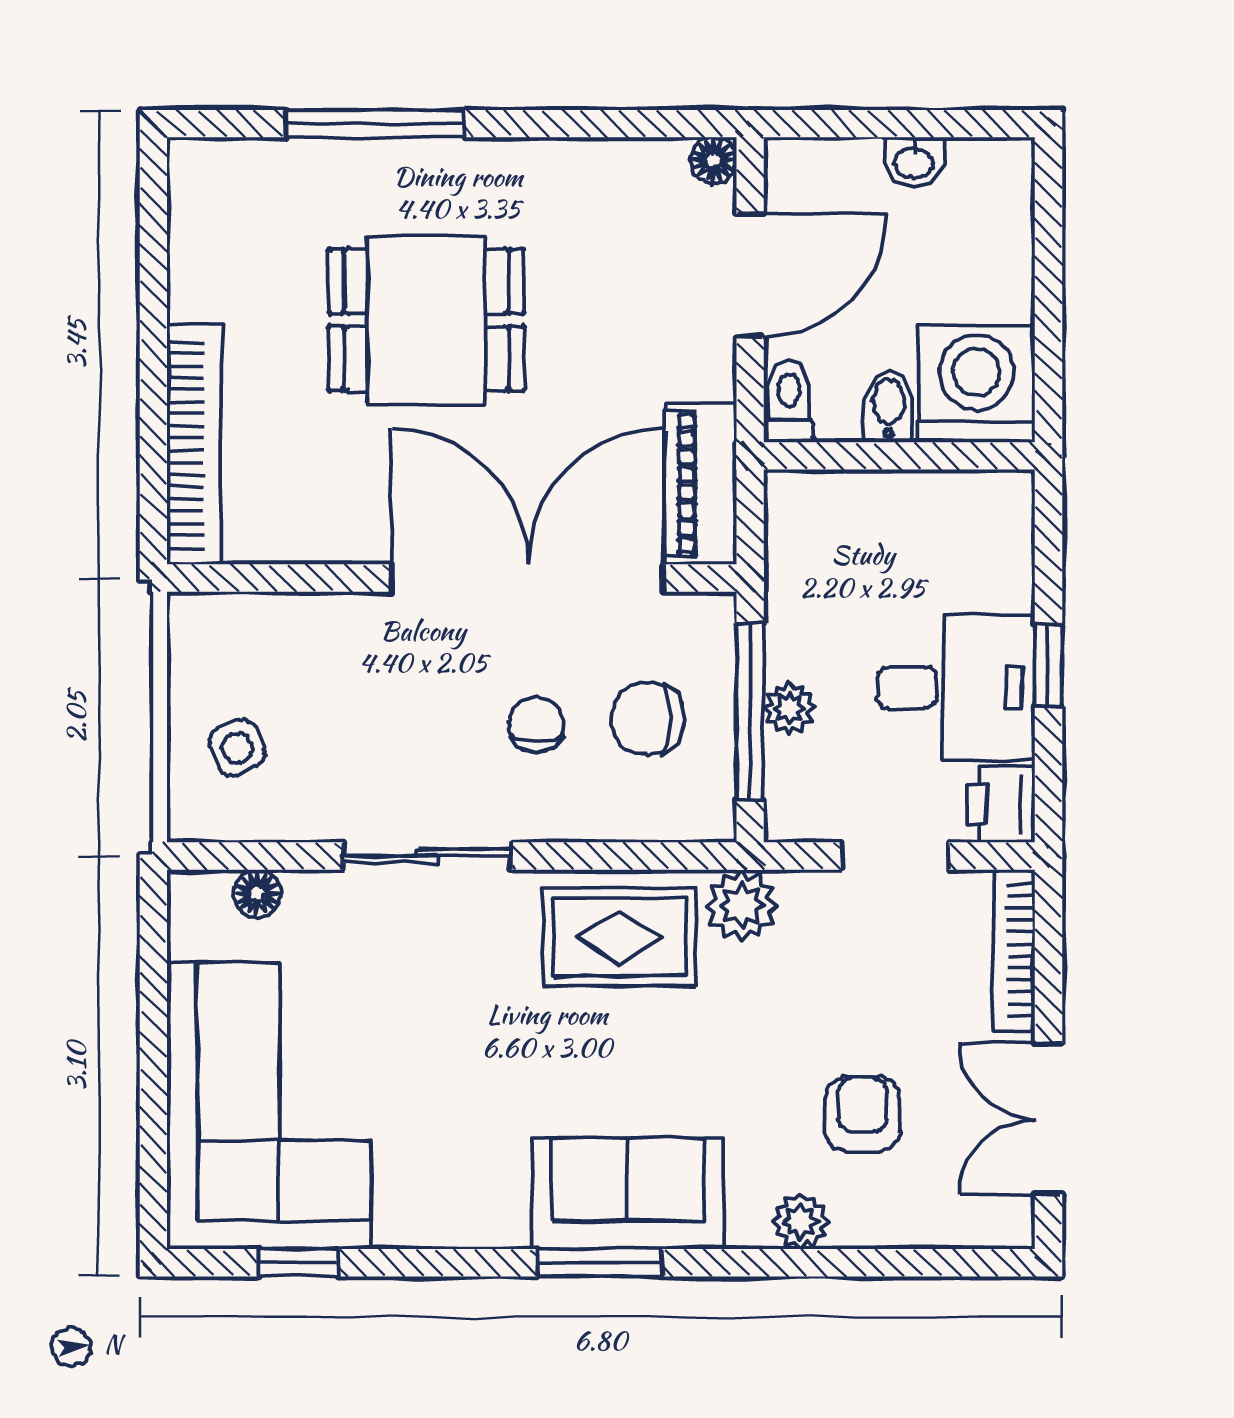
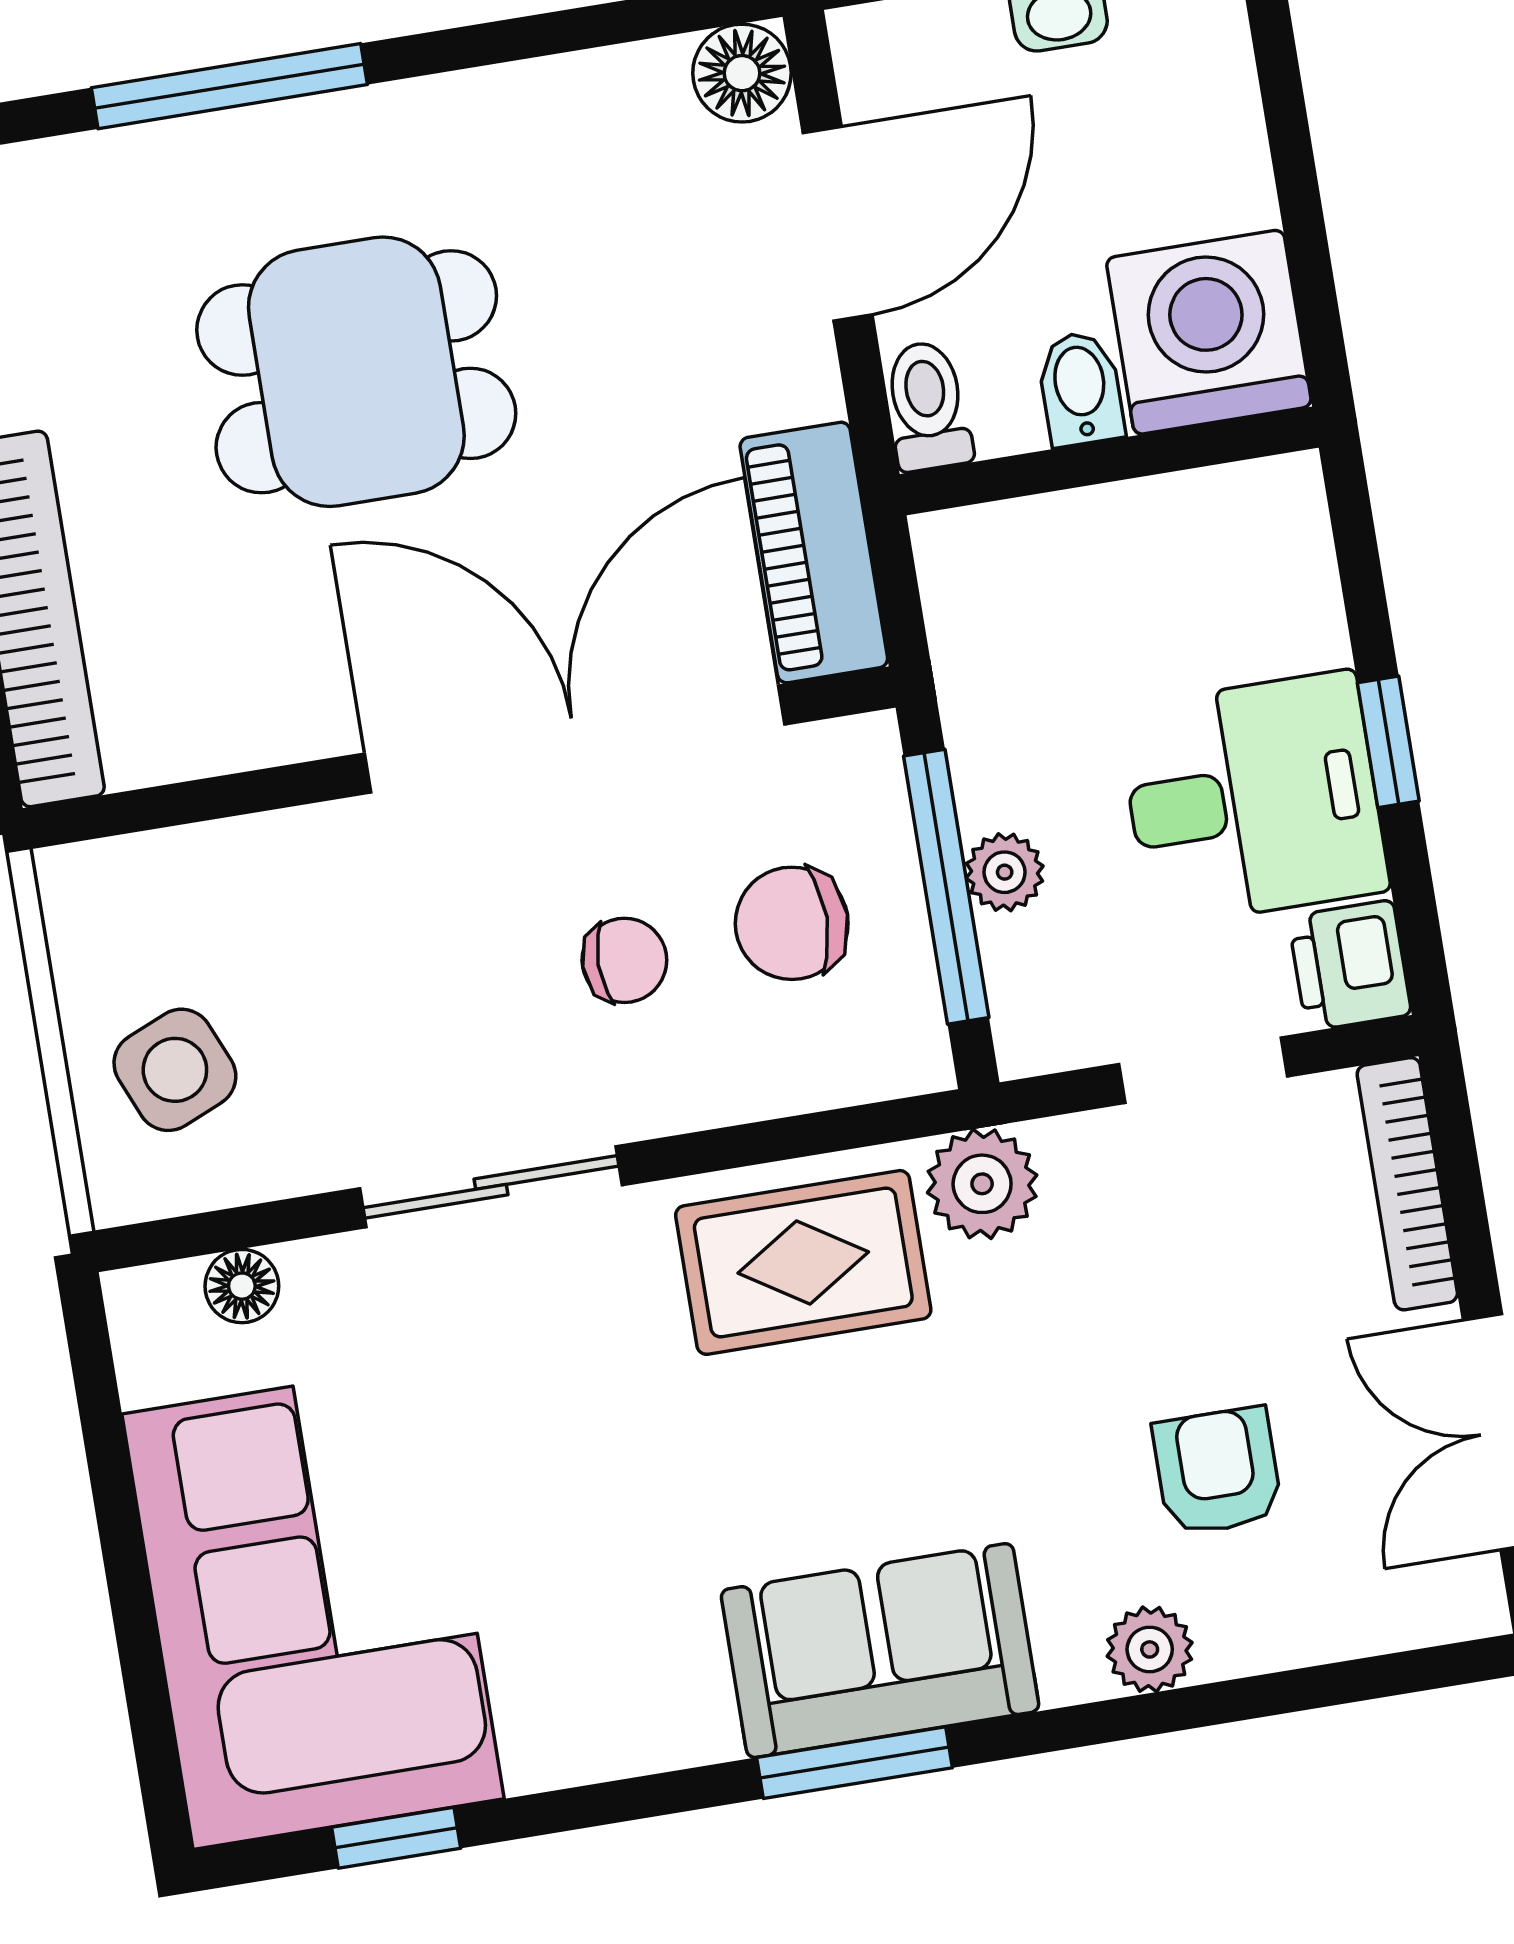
floor lamp: (713, 160) -> (742, 73), width x1.37, depth x1.37
chair: (536, 725) -> (624, 960), turned 90
side table: (237, 748) -> (175, 1070), width x1.37, depth x1.37

